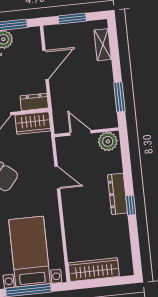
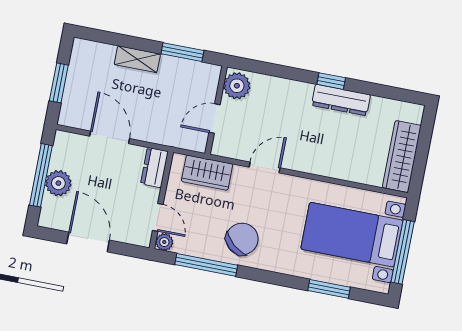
shelving: (103, 45) -> (137, 59), moved
wardrobe: (33, 123) -> (207, 173), moved, turned 90
dresser: (118, 194) -> (341, 100), moved

